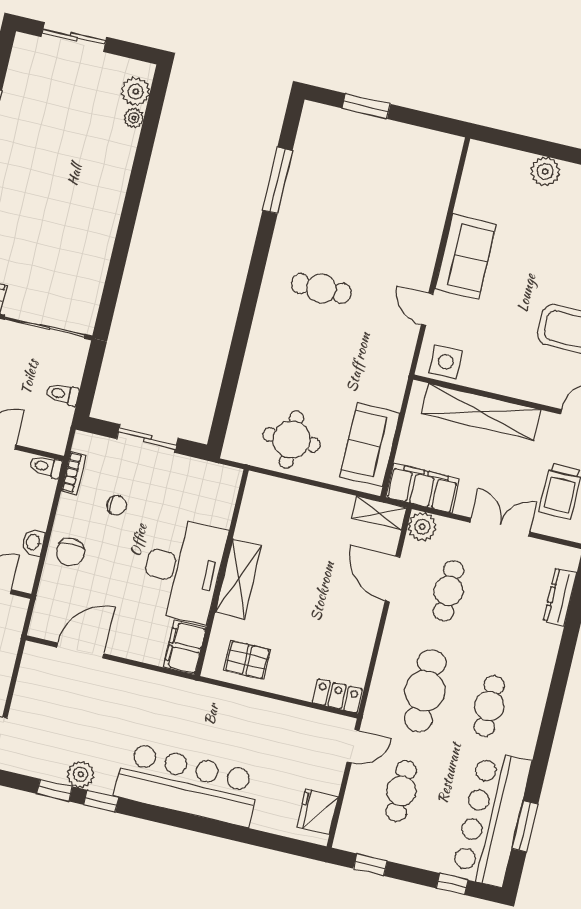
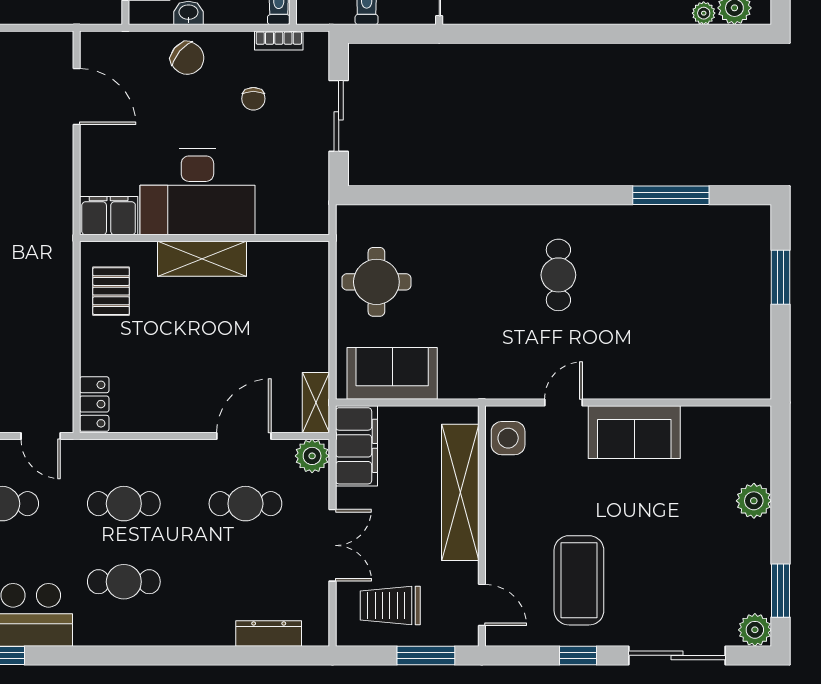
chair: (70, 552) -> (187, 58), turned -140
cafe table: (425, 691) -> (124, 504), width x0.73, depth x0.74

